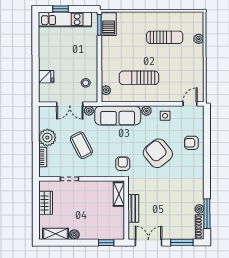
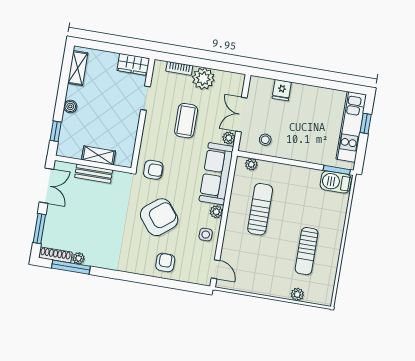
coffee table: (81, 145) -> (186, 121), turned -63
shelving: (119, 194) -> (99, 155), moved
wardrobe: (46, 203) -> (133, 64), moved
boiler: (74, 235) -> (70, 106), moved

